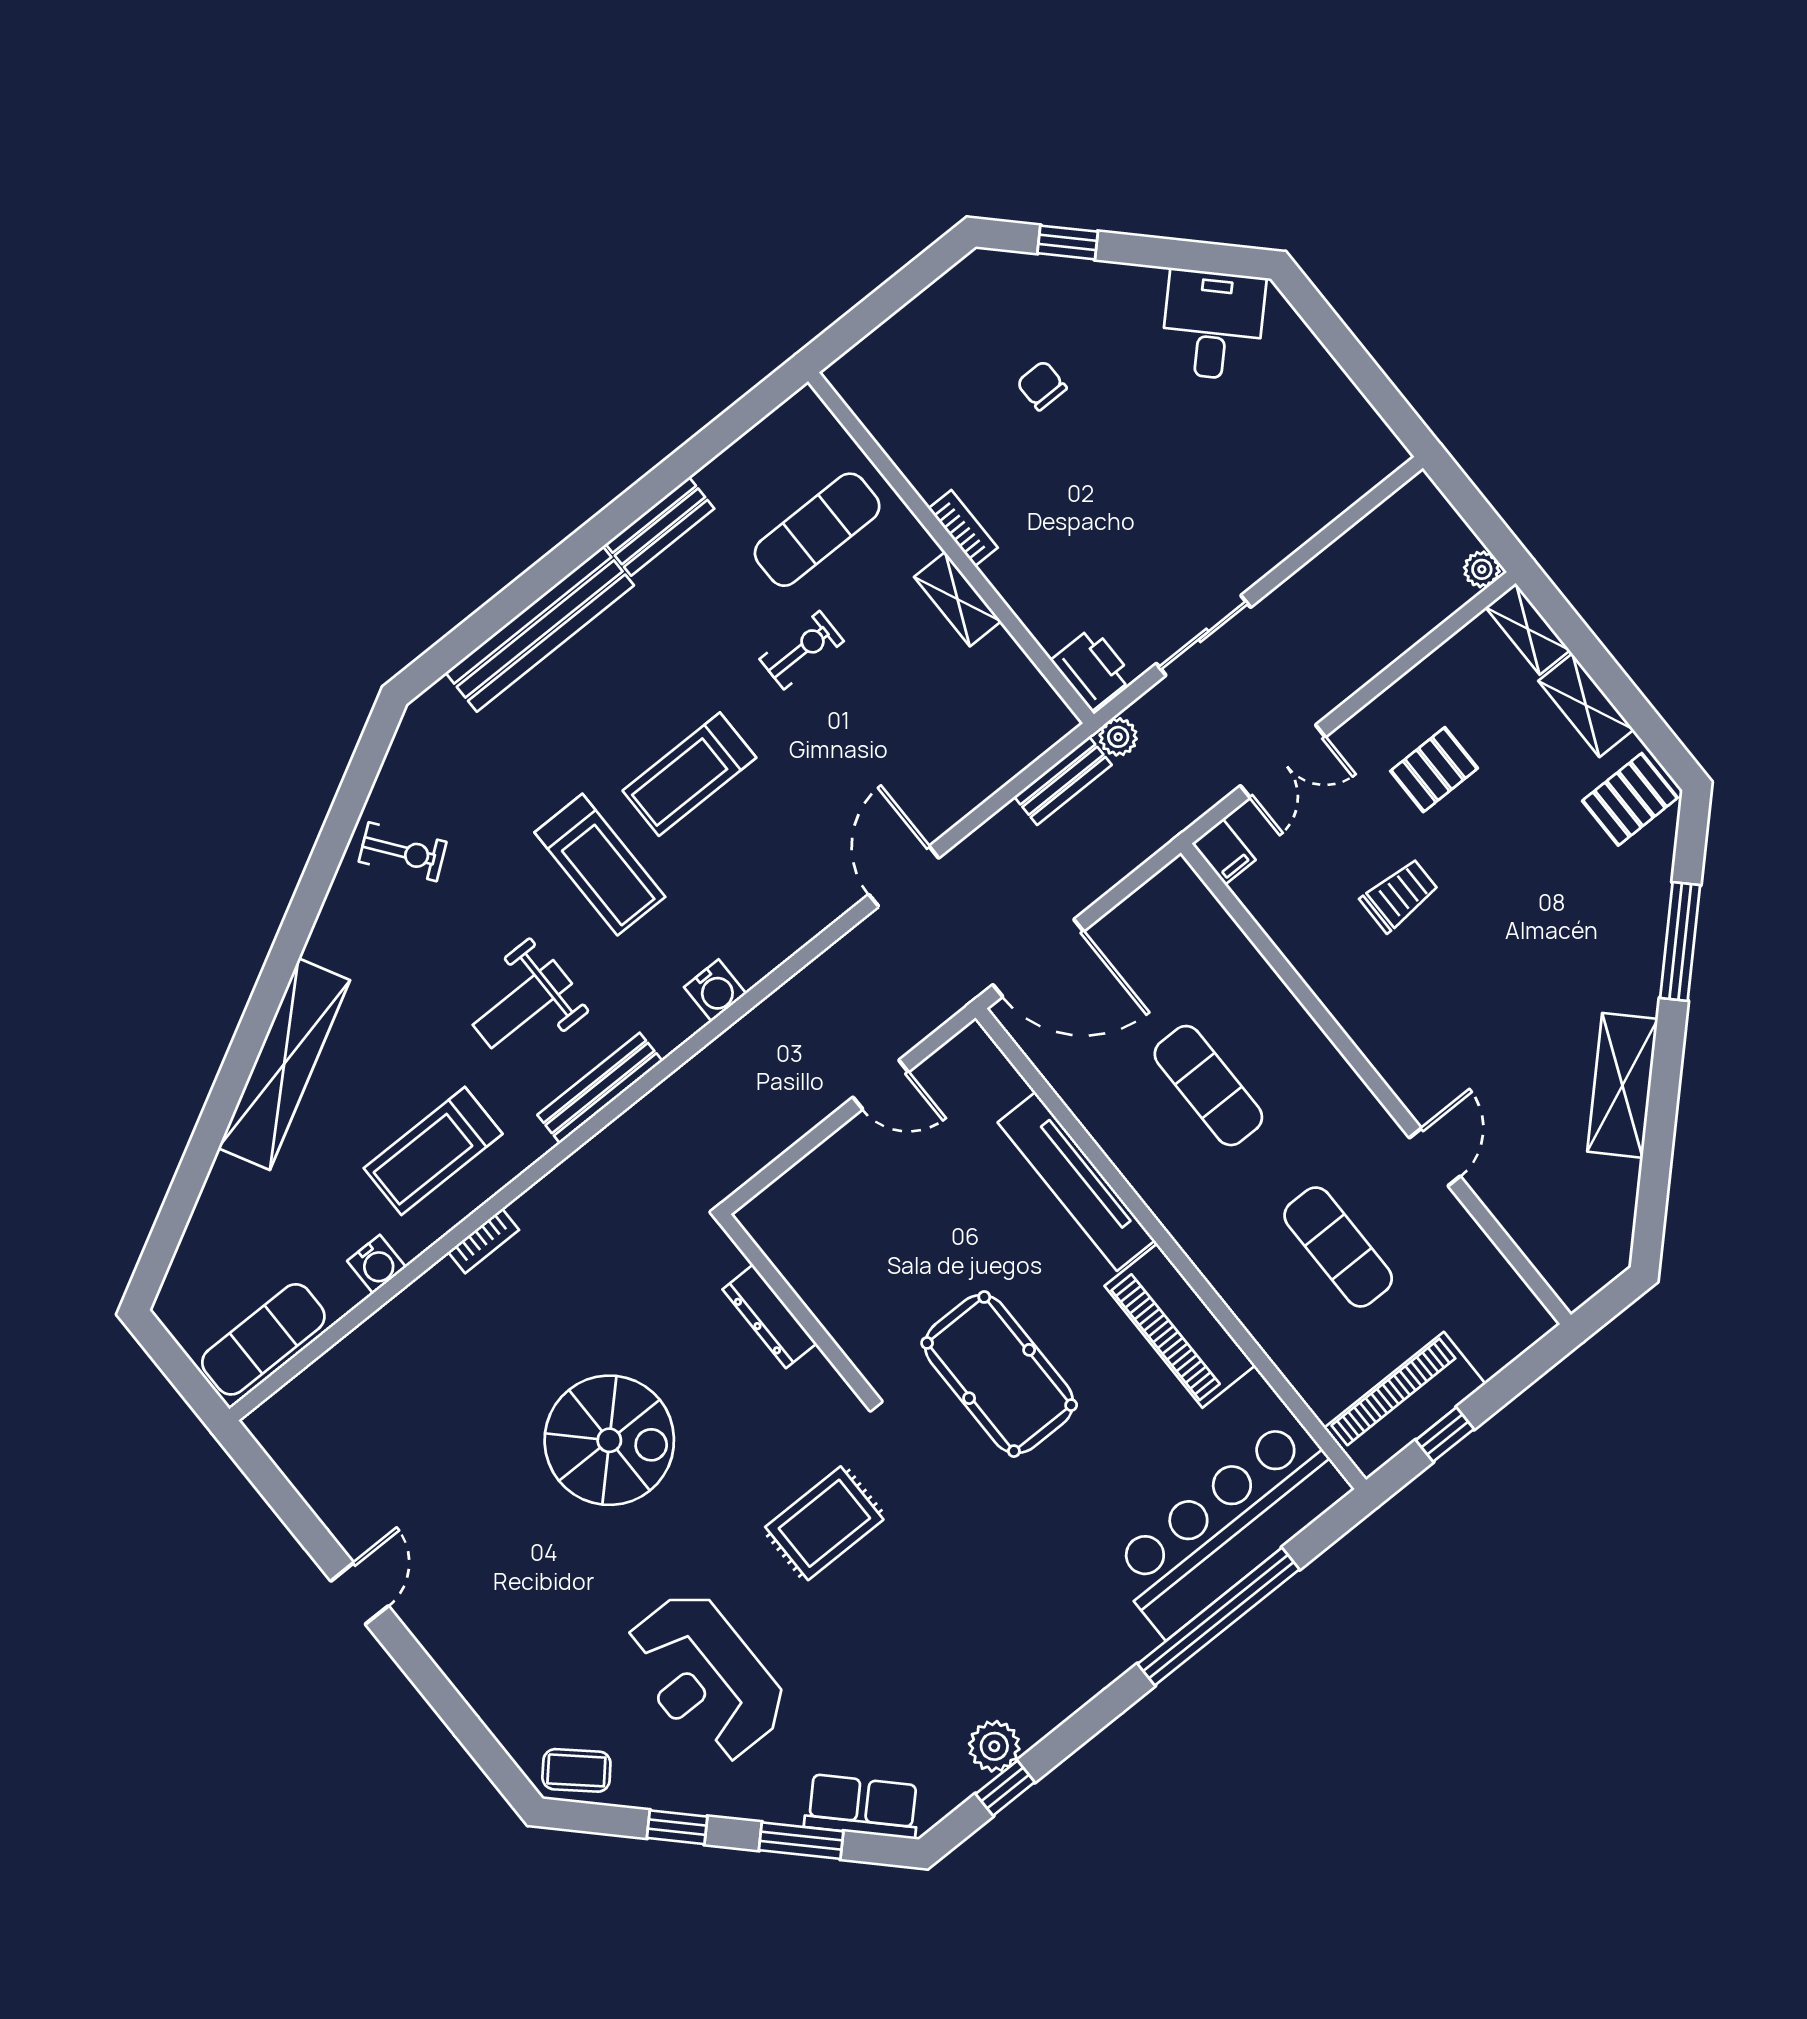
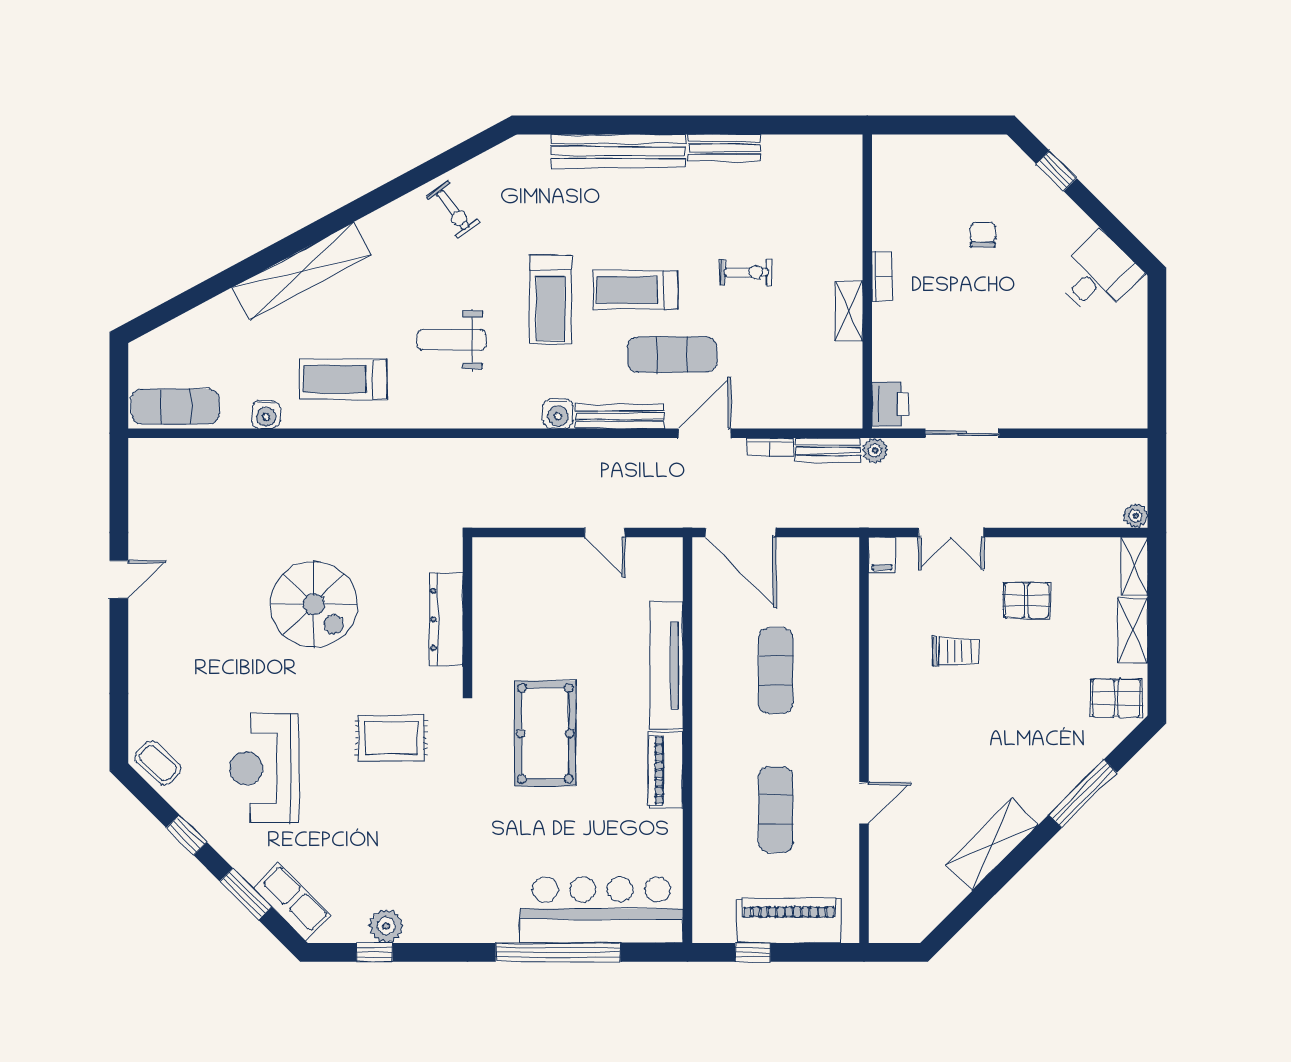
exercise mat: (817, 530) -> (672, 354), moved
bench: (600, 1088) -> (620, 416), moved
bookcase: (484, 1241) -> (770, 447), moved
dresser: (770, 1316) -> (446, 619), width x1.37, depth x1.24
piano: (1180, 1326) -> (666, 770), width x0.73, depth x0.75
piano: (1405, 1406) -> (789, 921), moved

